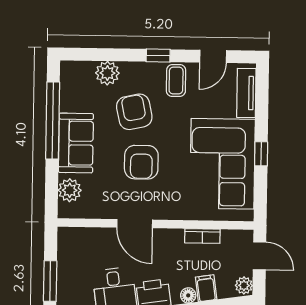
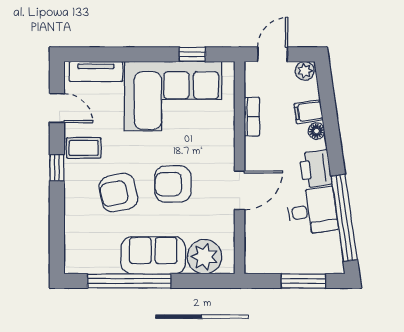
plant: (107, 73) -> (77, 222), removed
window: (261, 154) -> (192, 54), moved
armchair: (141, 162) -> (173, 184), turned 180
plant: (70, 190) -> (204, 257), width x1.36, depth x1.36

